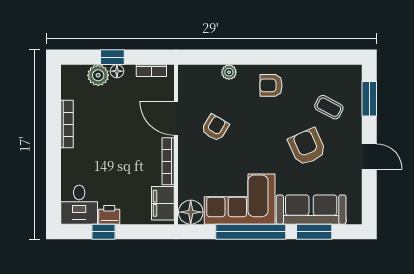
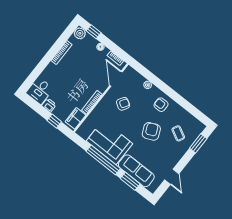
window: (112, 57) -> (94, 32), moved
plant: (98, 75) -> (80, 33), moved
door: (176, 118) -> (116, 79), moved
armchair: (307, 147) -> (151, 131), moved
door: (369, 156) -> (172, 177), moved
floor lamp: (191, 212) -> (84, 131), removed
window: (104, 232) -> (54, 121), moved

